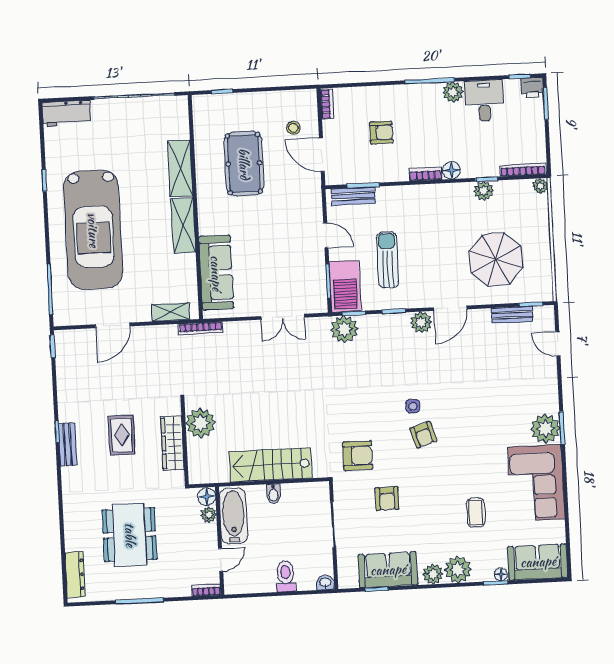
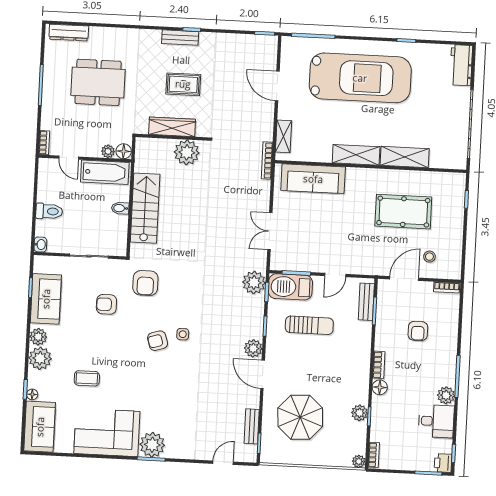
bookcase: (523, 170) -> (374, 455), width x0.64
car: (93, 230) -> (360, 78), turned 180

